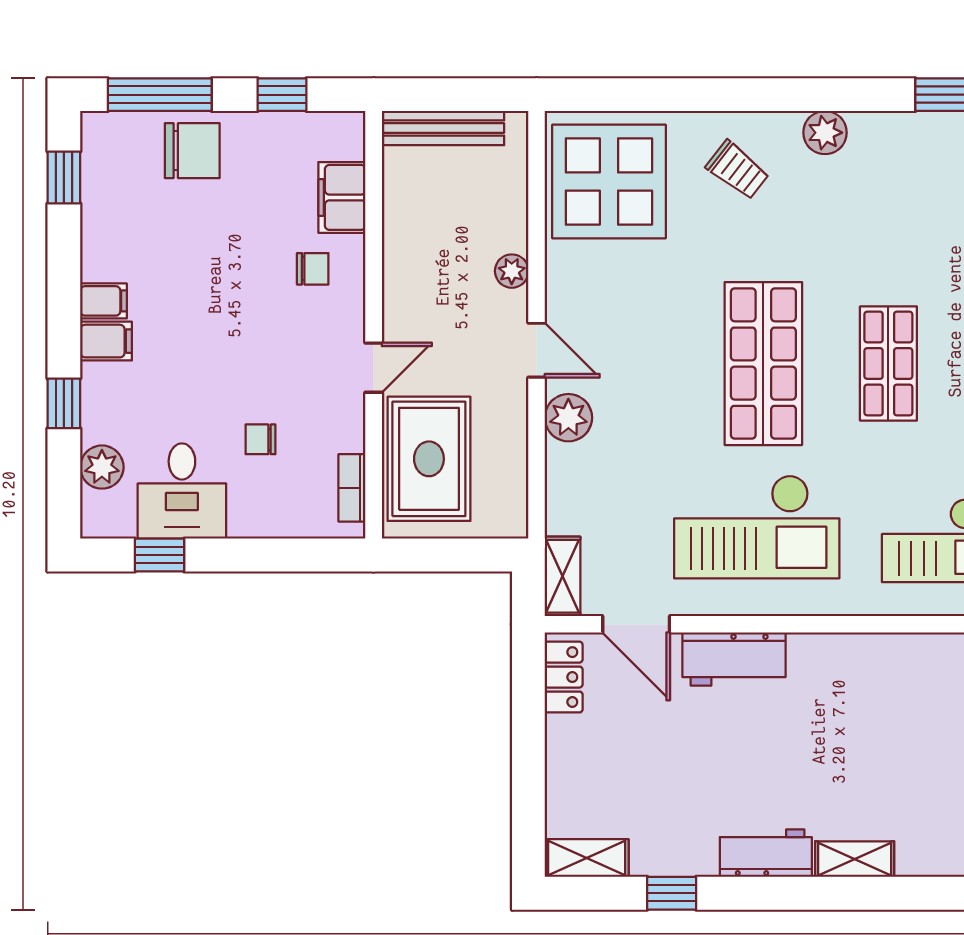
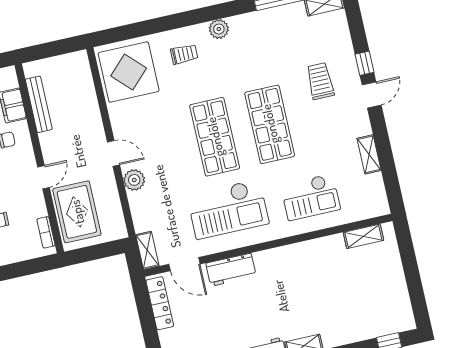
bench: (443, 128) -> (39, 104), moved, turned 90
trolley: (738, 170) -> (184, 54), turned -38
plant: (512, 271) -> (95, 121), removed
shop shelf: (888, 364) -> (270, 124), width x1.43, depth x1.36
locker: (564, 677) -> (160, 303), width x1.53

